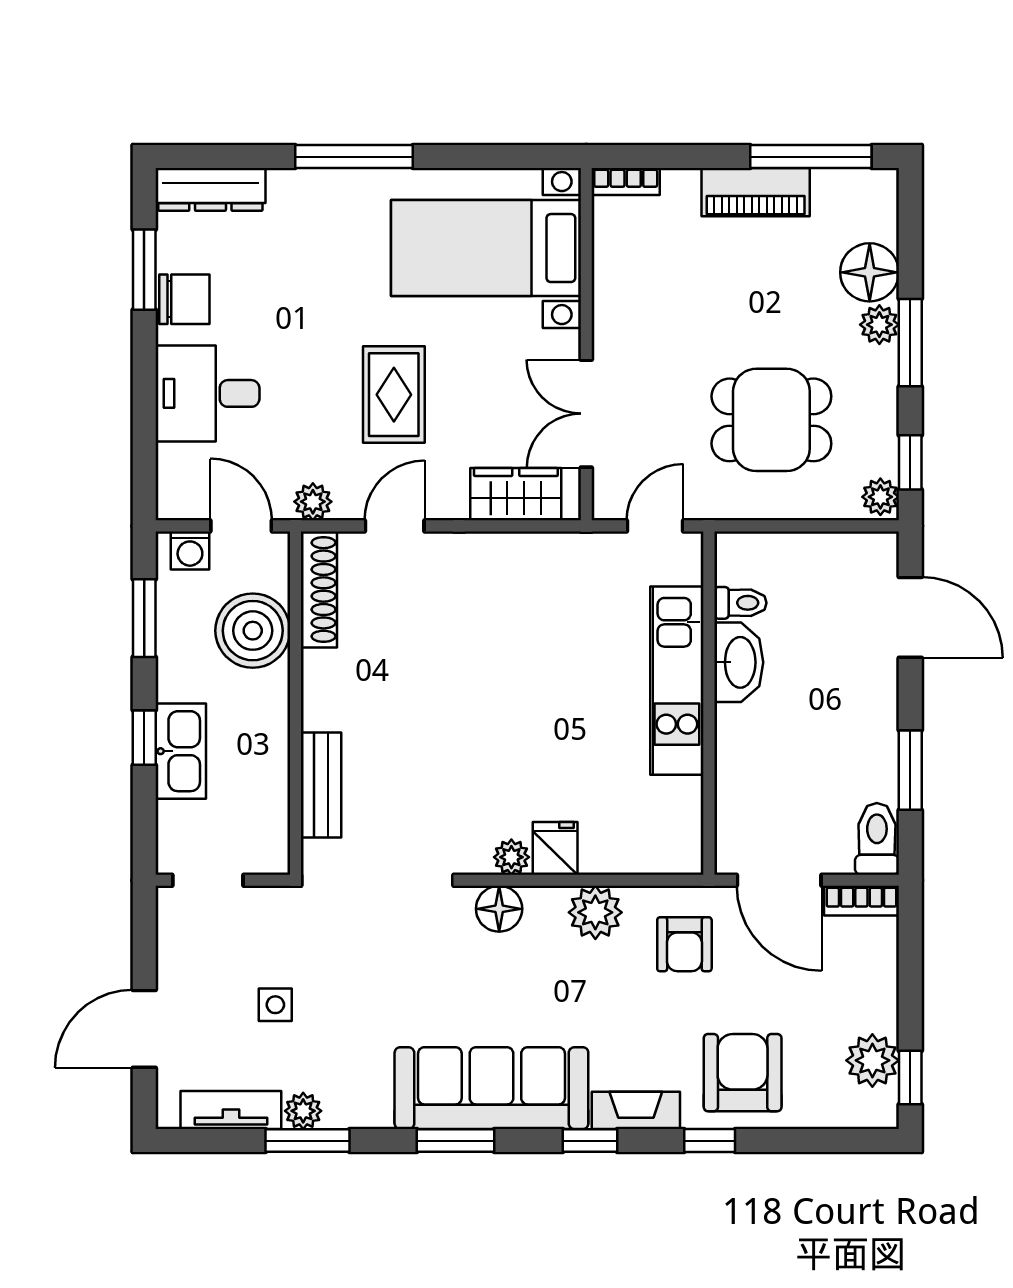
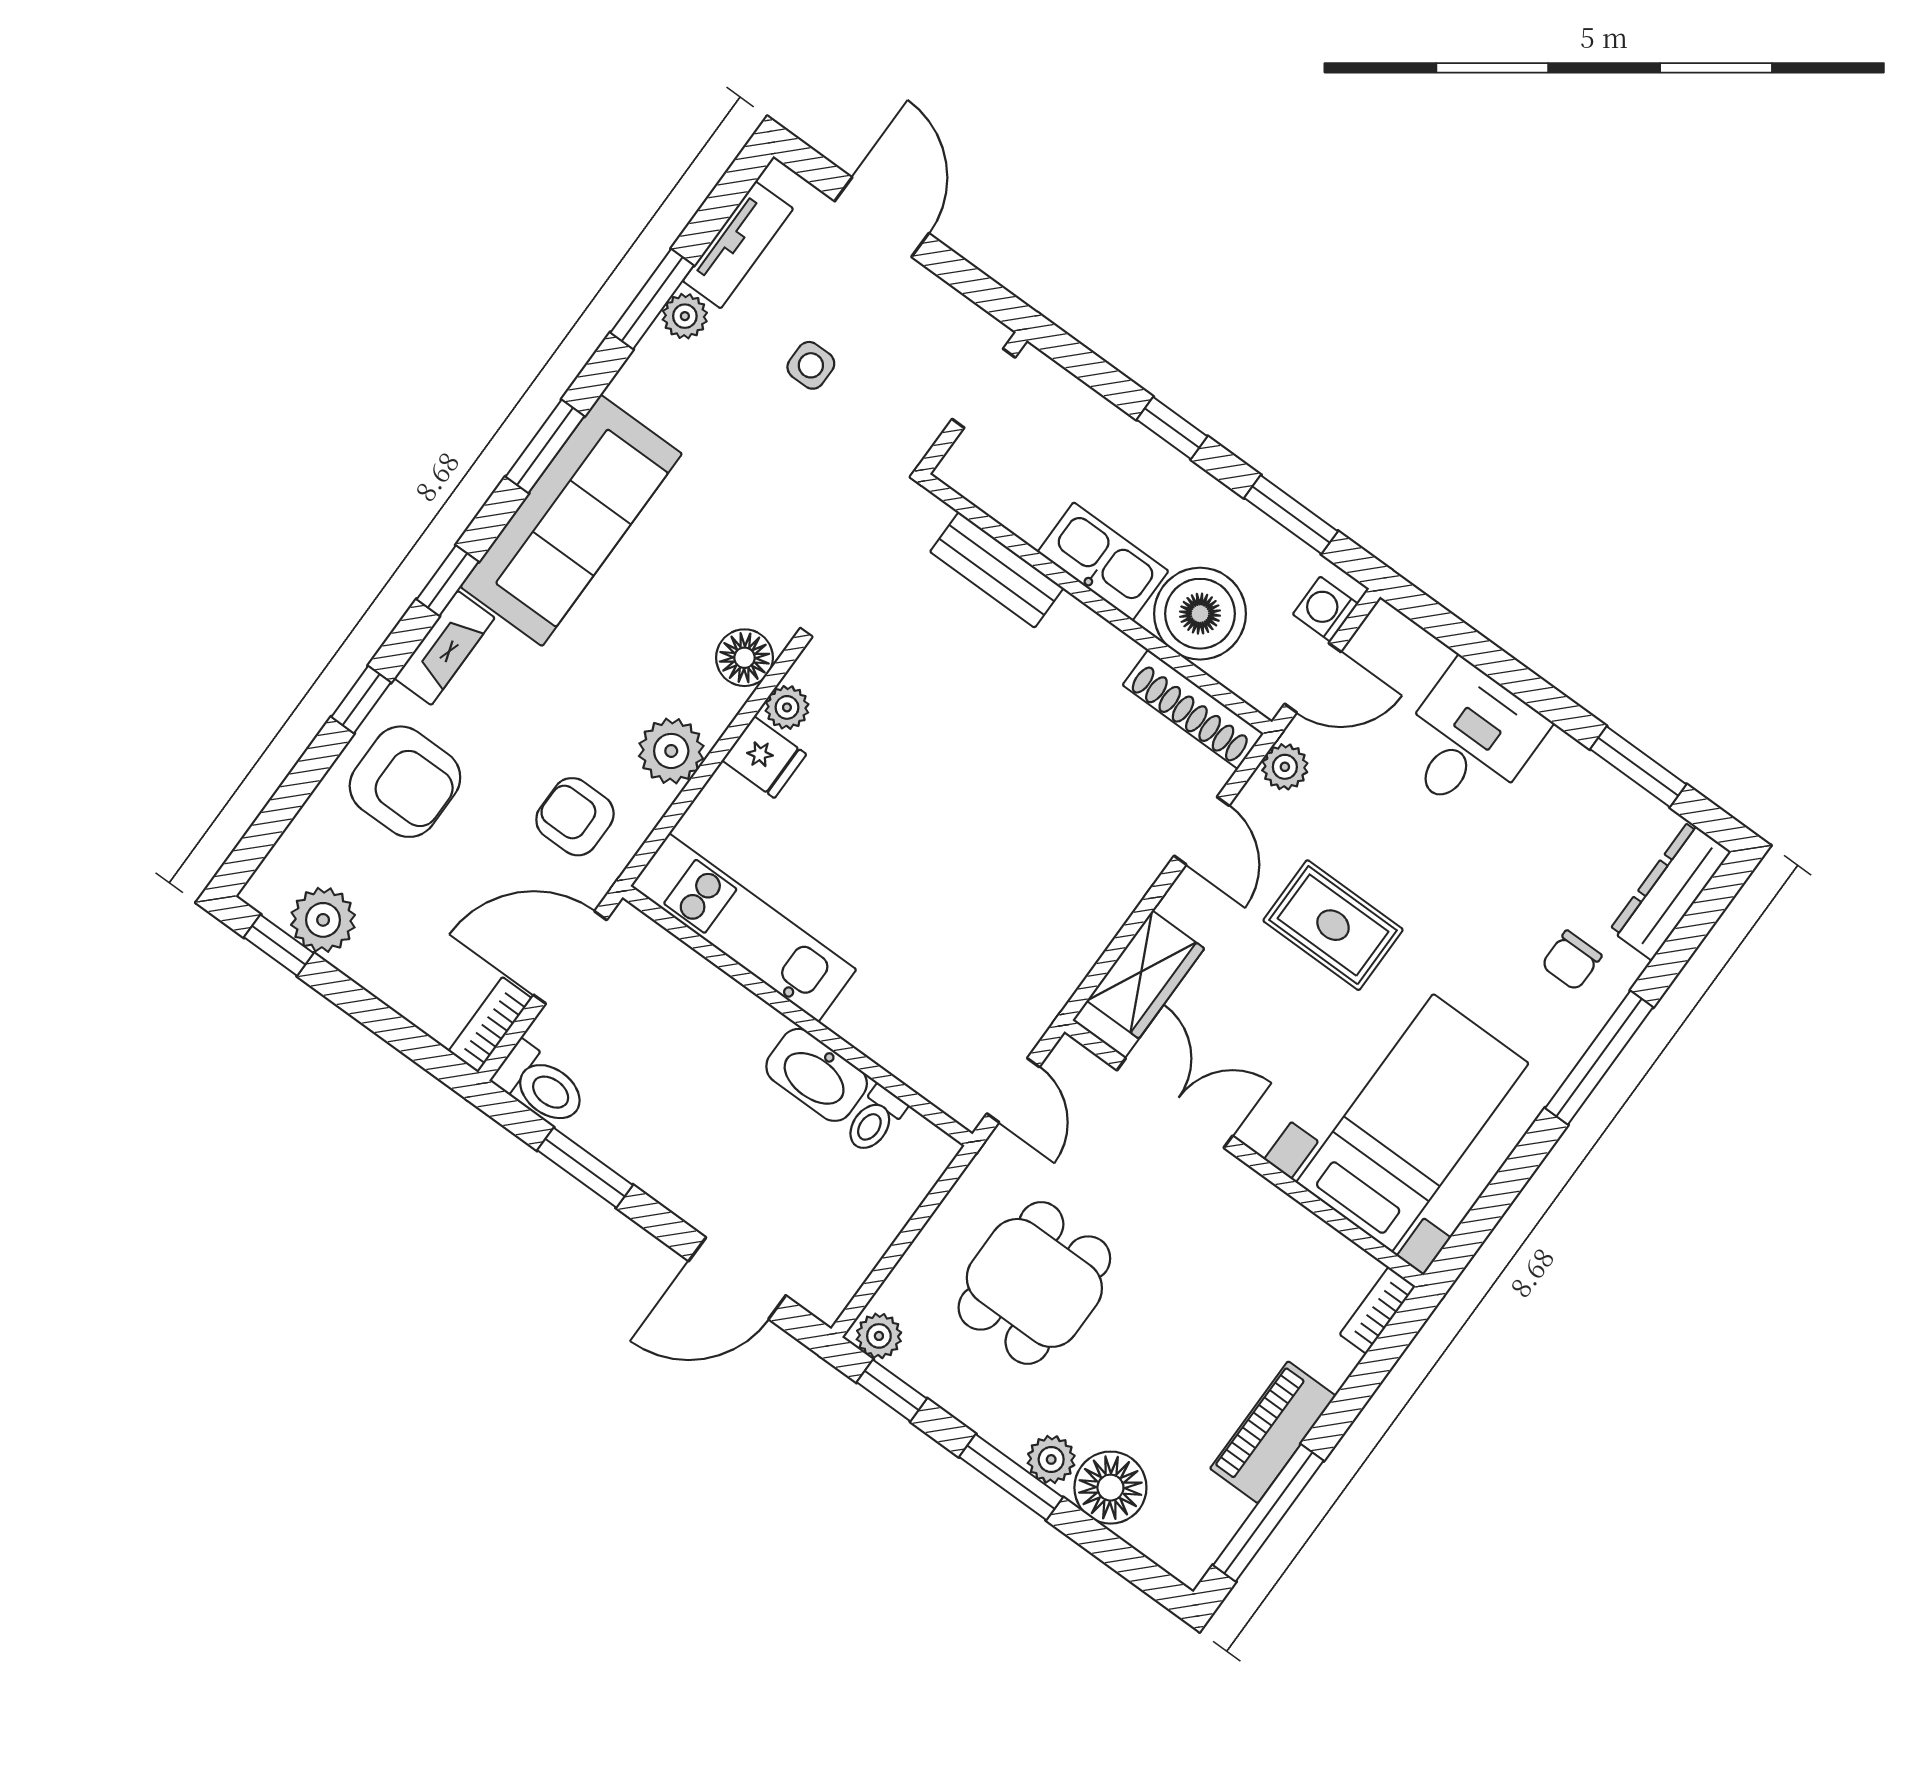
chair: (184, 299) -> (1571, 961), moved, width x0.73, depth x0.73
kitchen unit: (677, 681) -> (744, 928), moved
kitchen sink: (181, 751) -> (1103, 562), moved, turned 180

